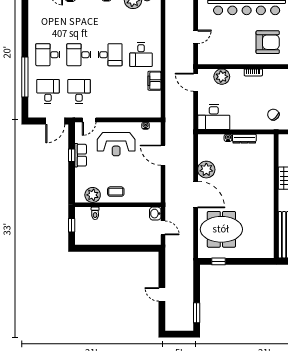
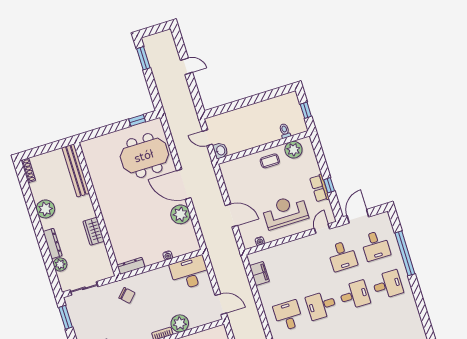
plant: (222, 77) -> (180, 323), moved
filing cabinet: (154, 81) -> (259, 273), moved
dresser: (244, 139) -> (131, 266), moved

